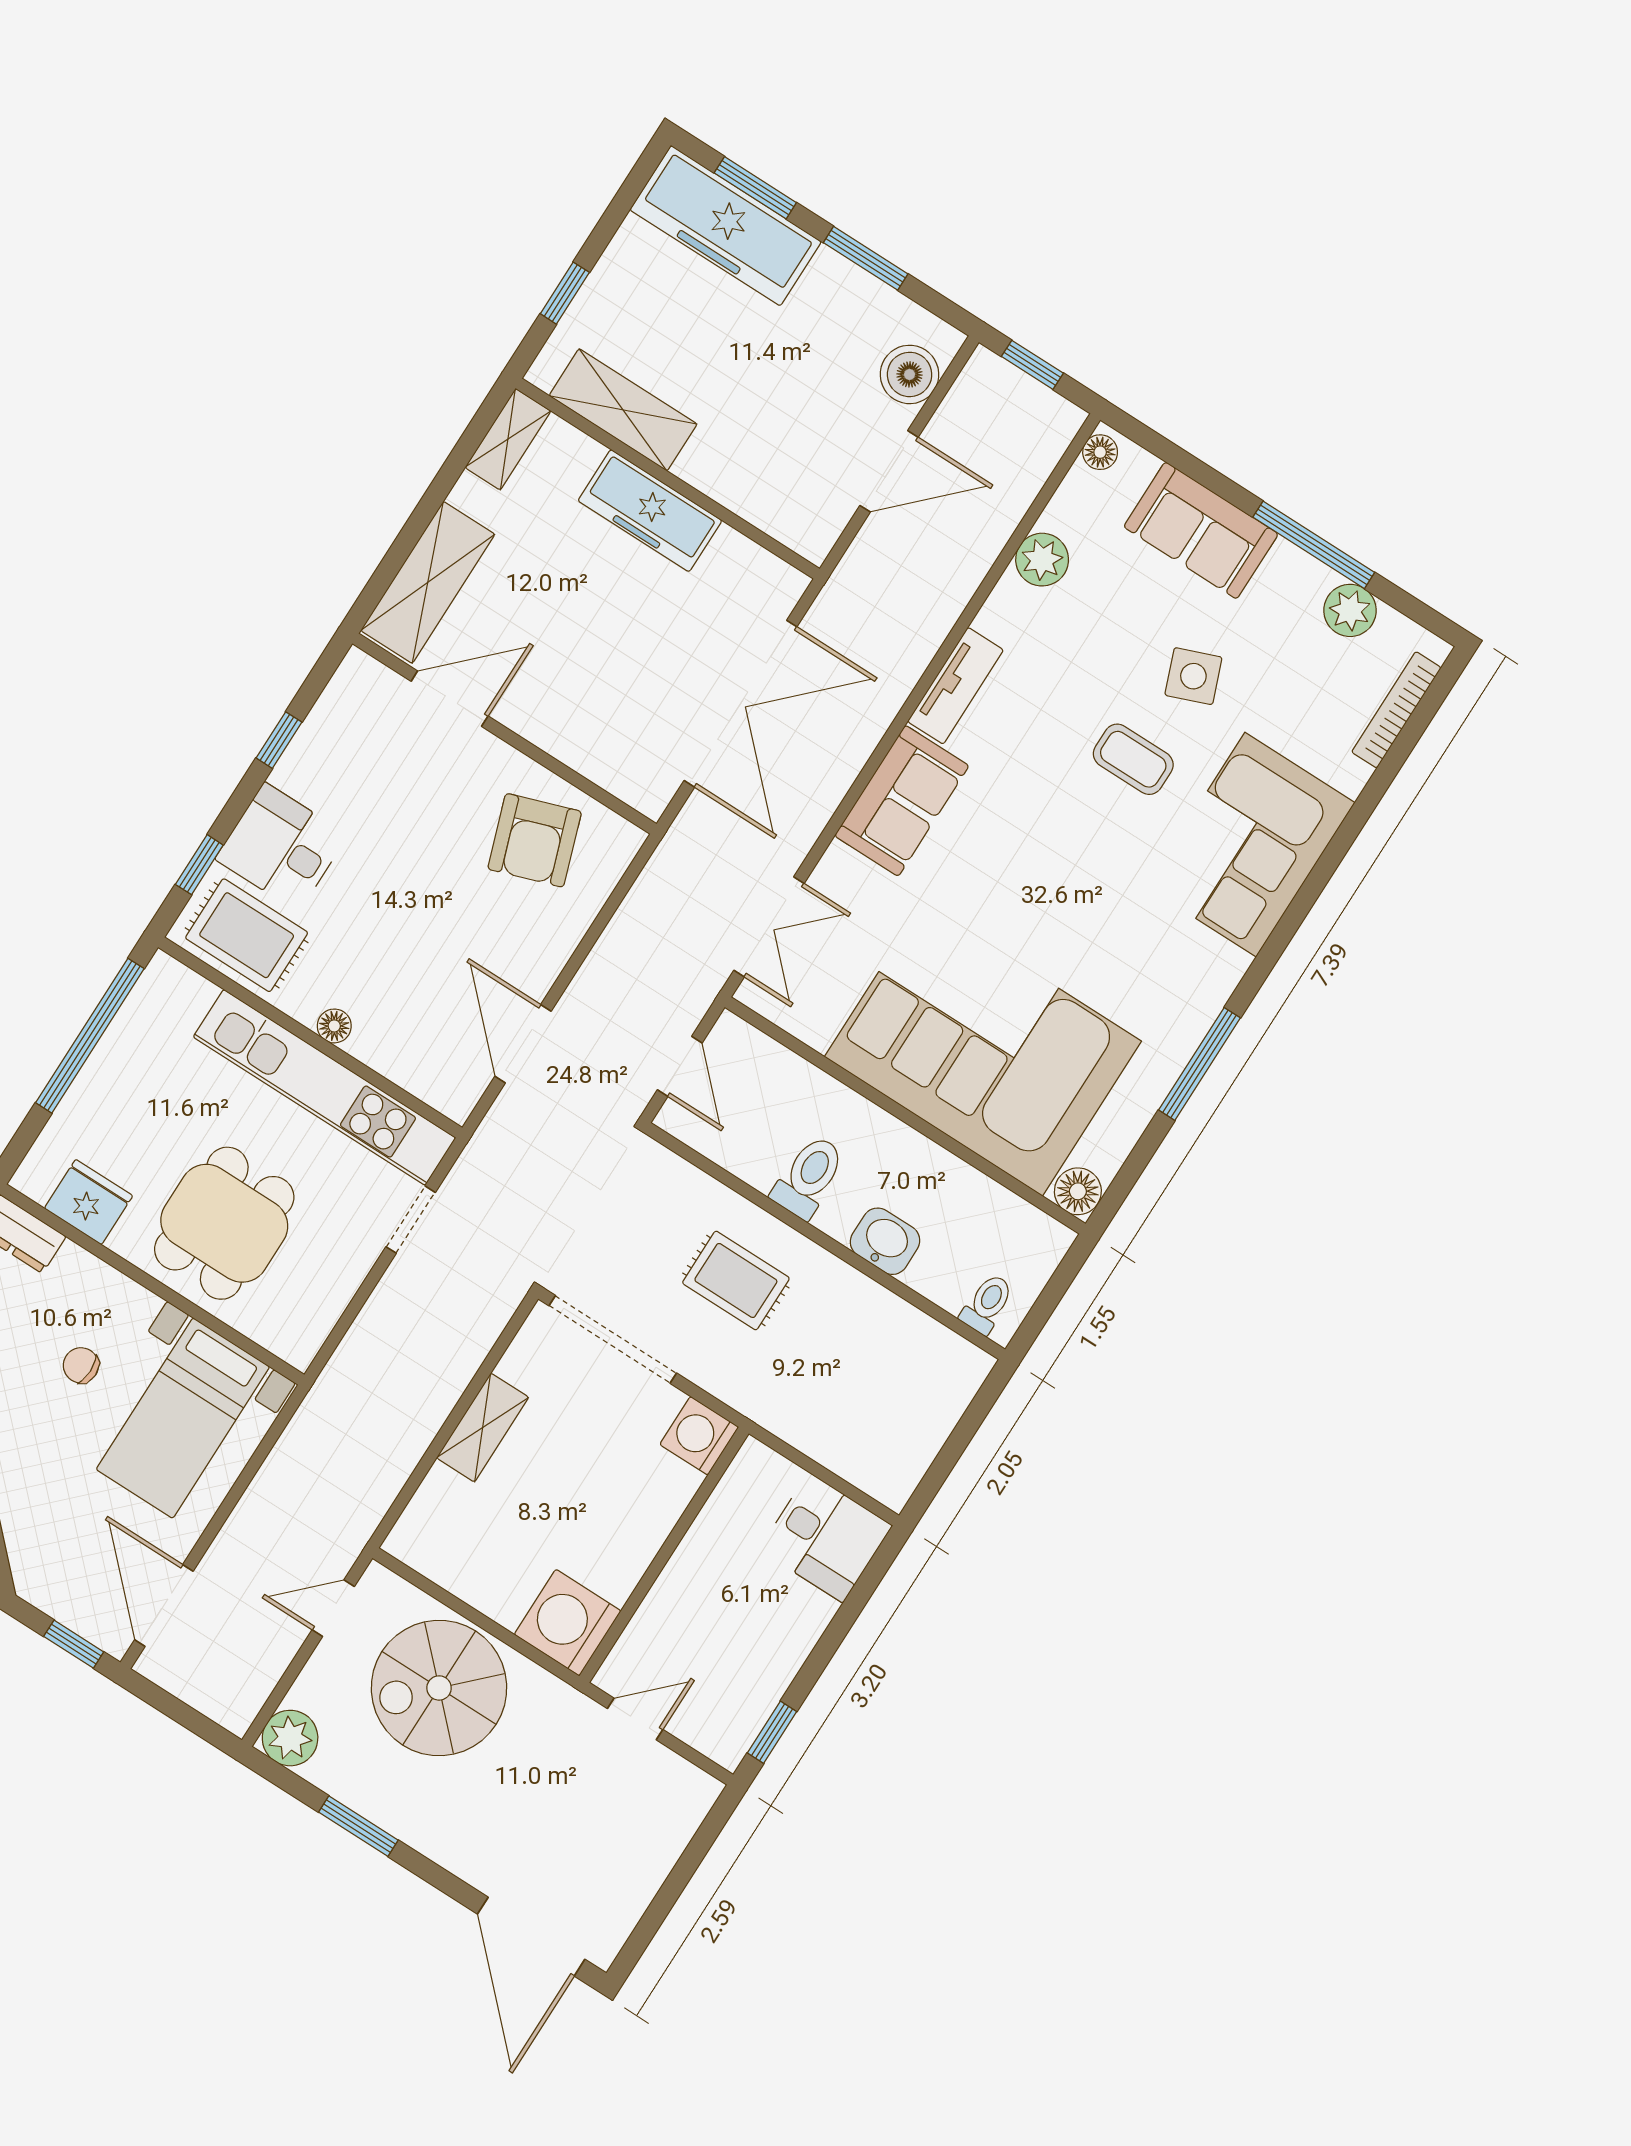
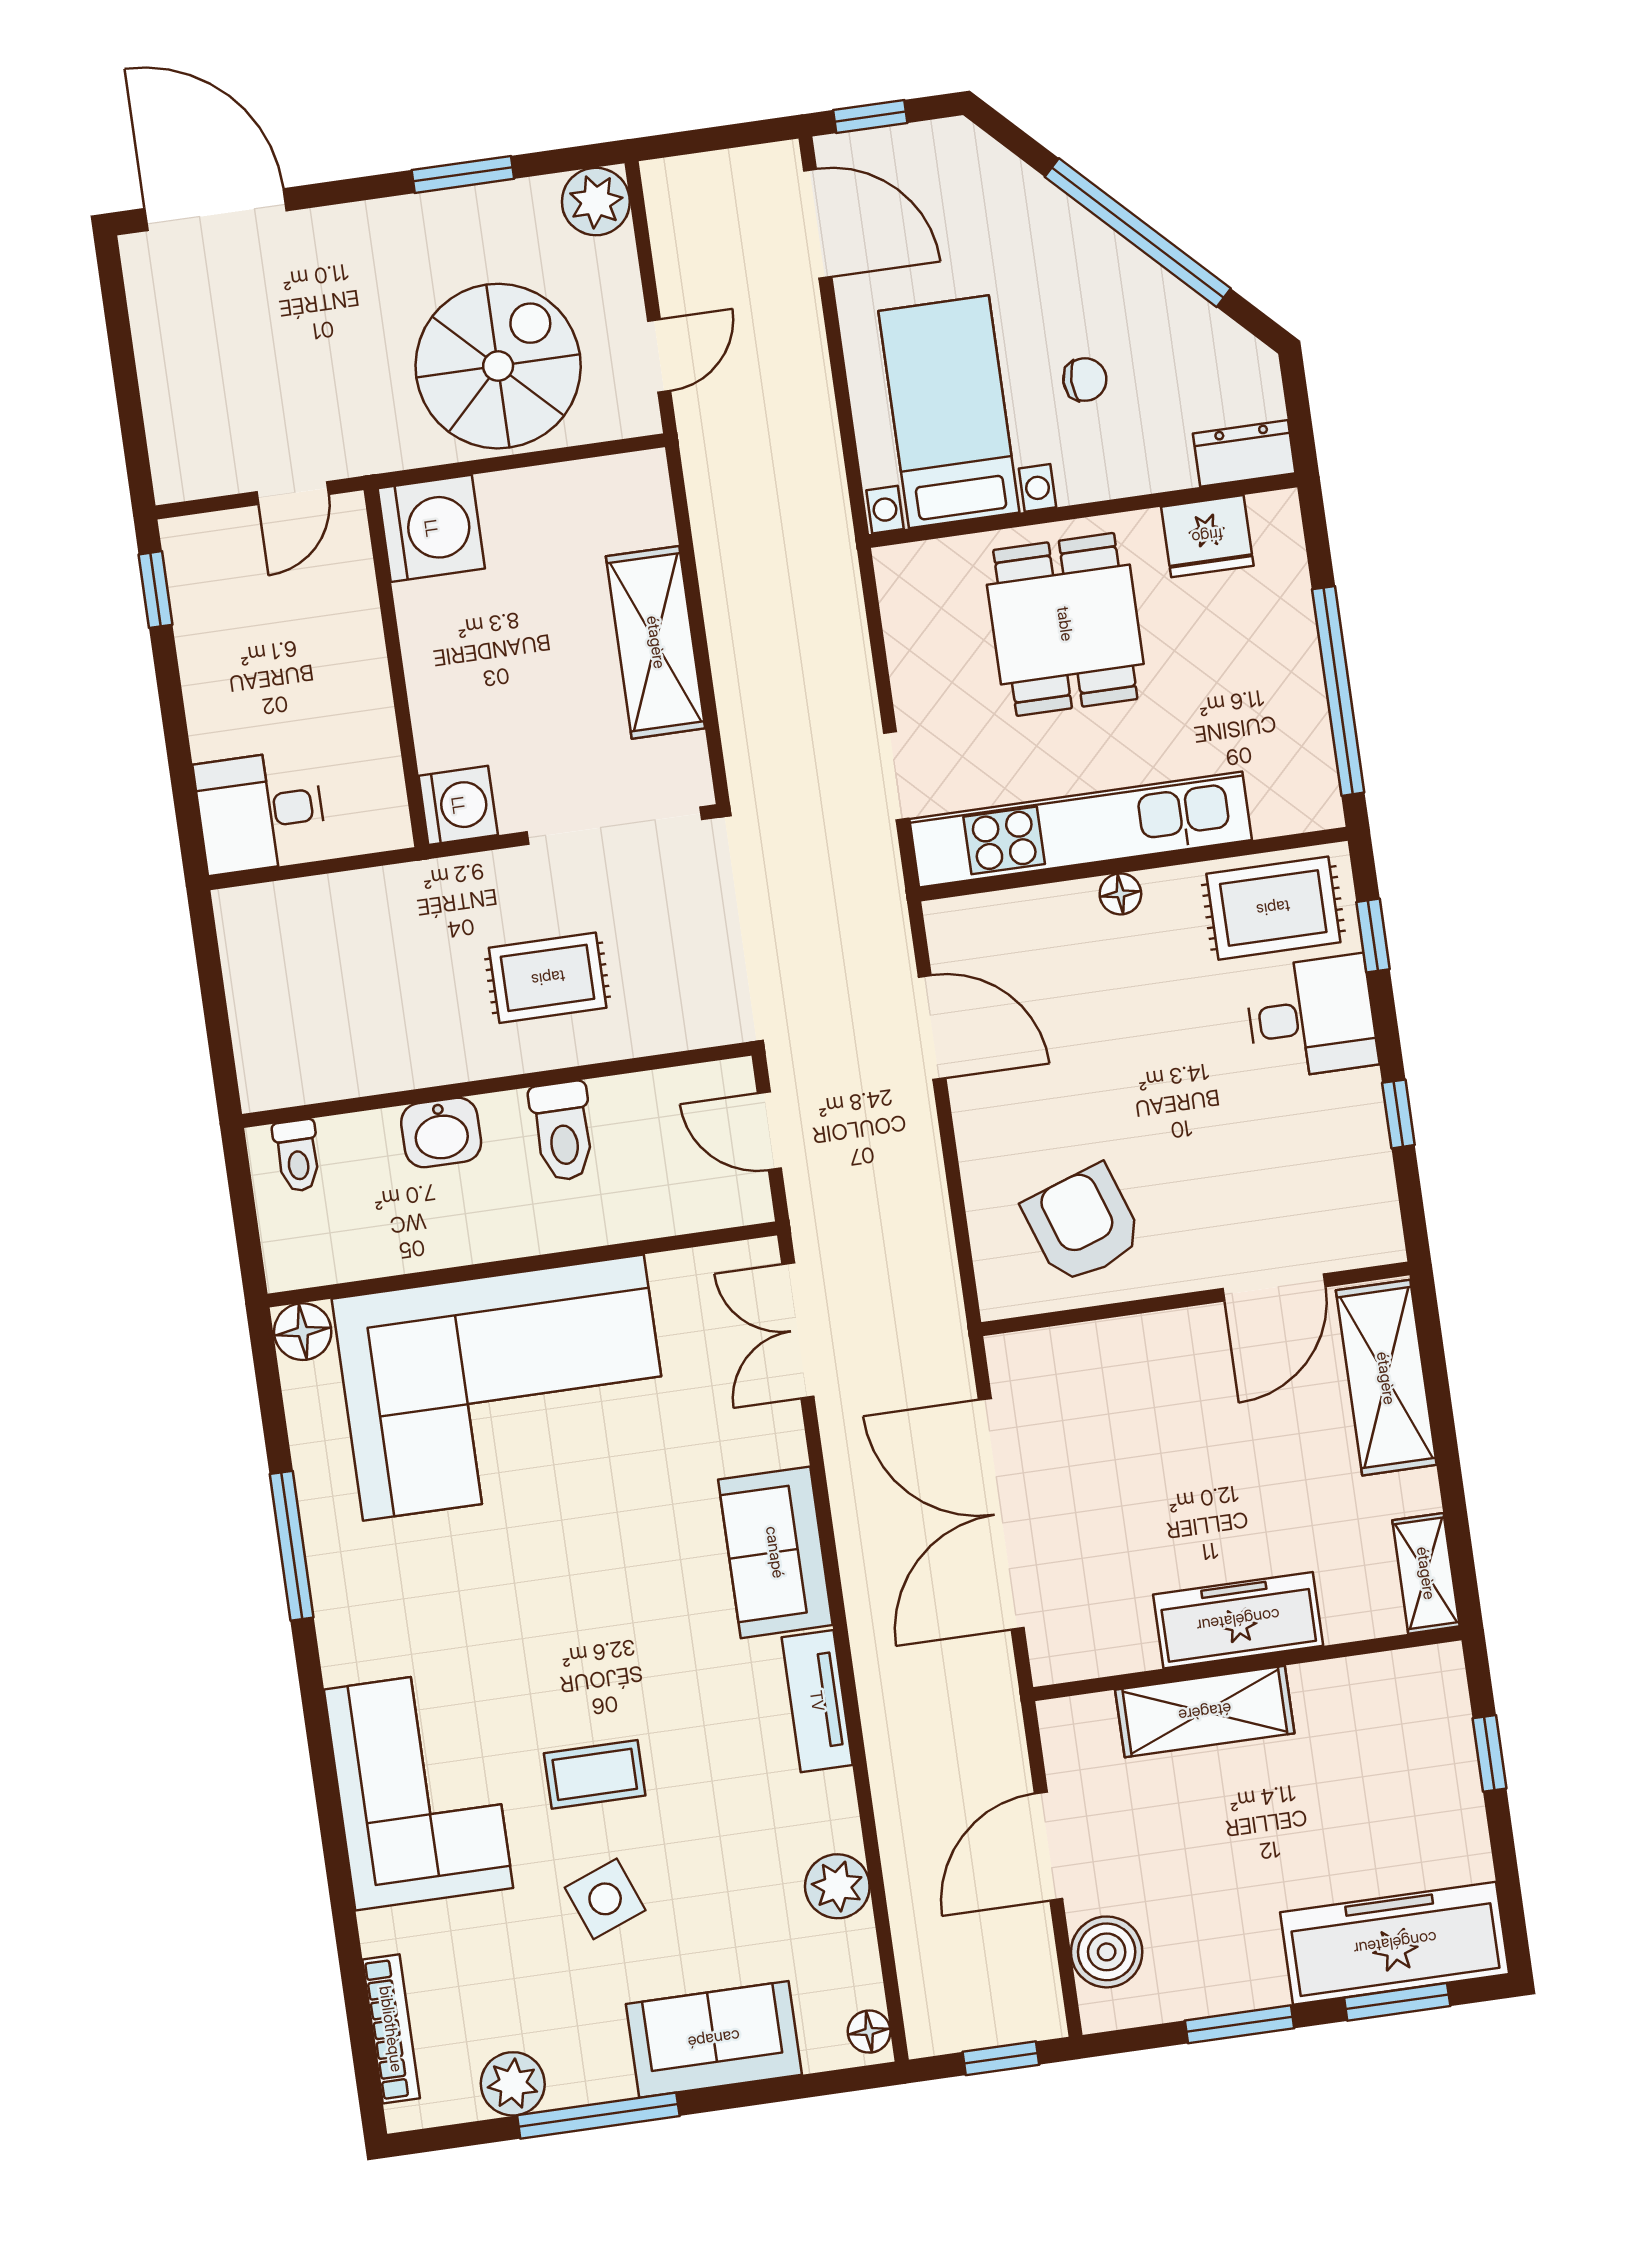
shelving: (623, 410) -> (1205, 1712), moved
shelving: (483, 1428) -> (656, 642), width x1.50, depth x1.33

